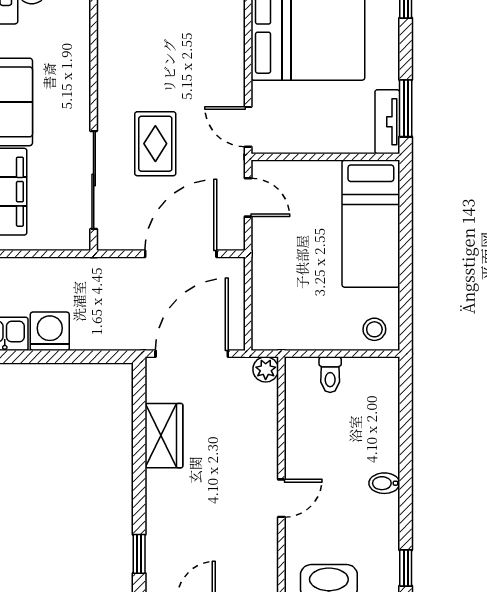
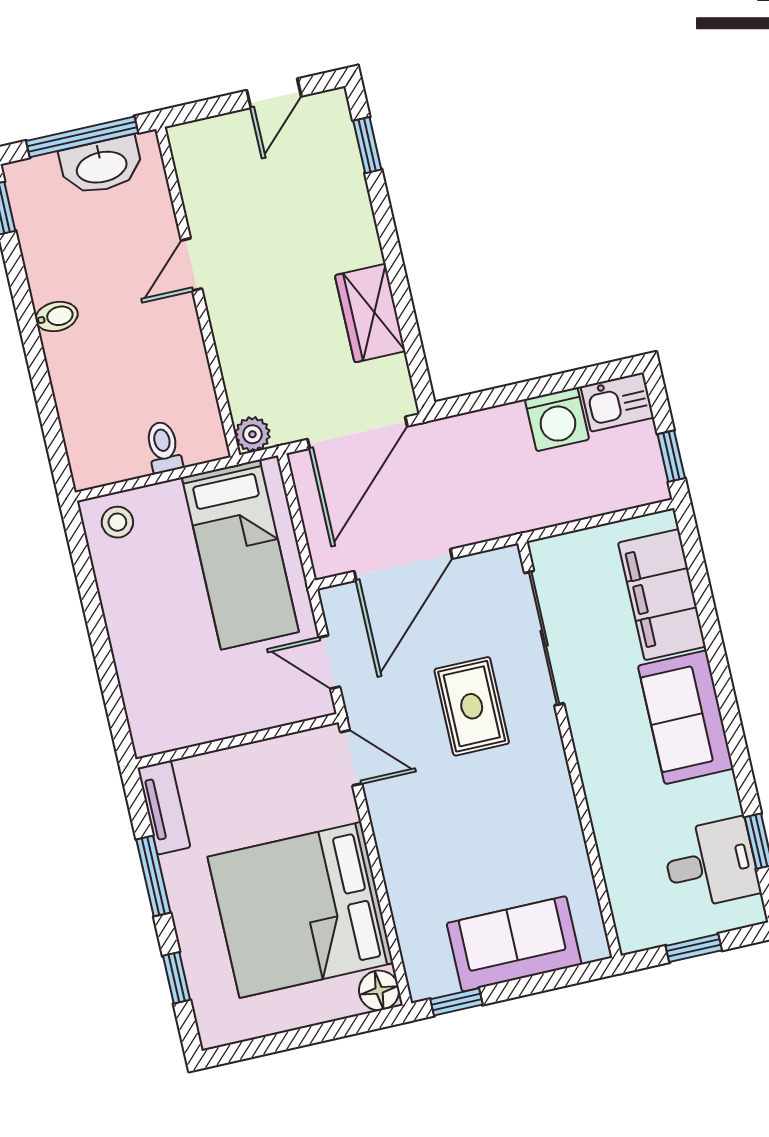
window: (406, 108) -> (153, 876), moved
bed: (371, 224) -> (240, 555), moved, turned 180

